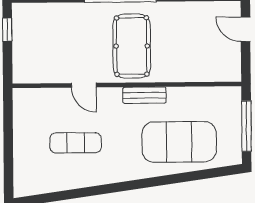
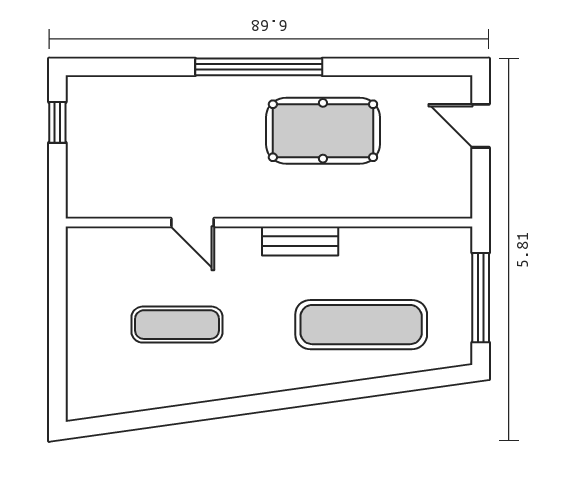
pool table: (132, 46) -> (323, 131), moved, turned 90
exercise mat: (179, 142) -> (361, 325), width x0.68

